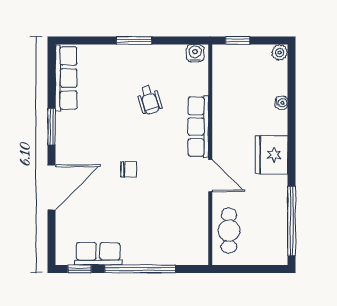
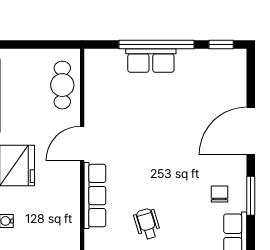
chair: (129, 169) -> (219, 194), moved, turned 90
door: (210, 176) -> (82, 144), hinge flipped
row of seats: (98, 254) -> (151, 61), moved

